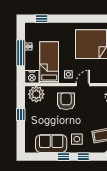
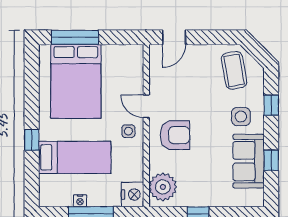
window: (42, 19) -> (32, 140), moved
bed: (49, 62) -> (75, 157), moved, turned 180
armchair: (66, 101) -> (175, 135), turned 180
window: (63, 157) -> (271, 160), moved

